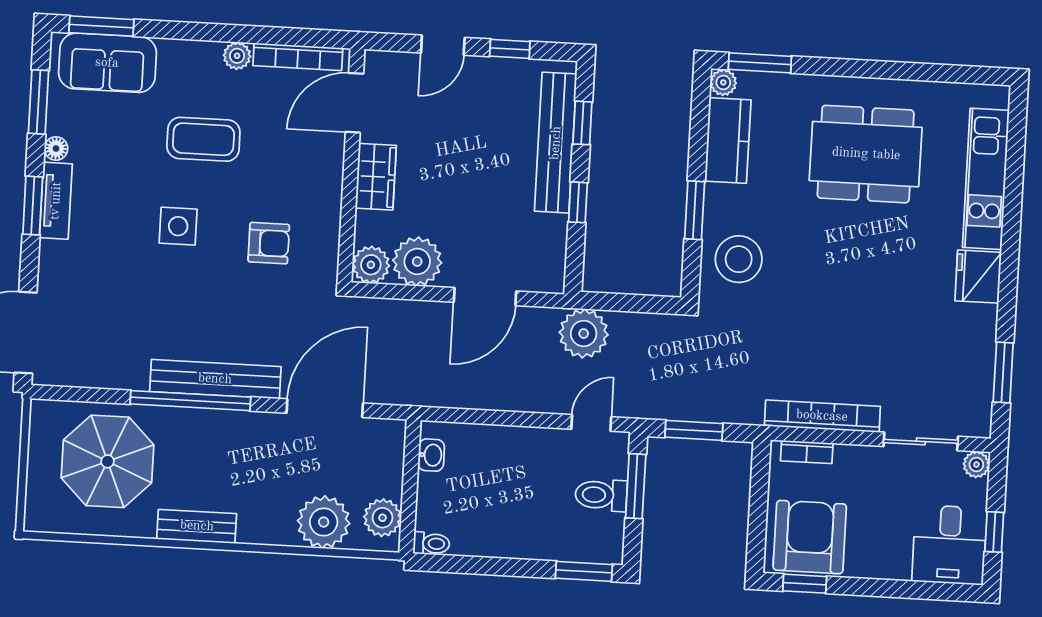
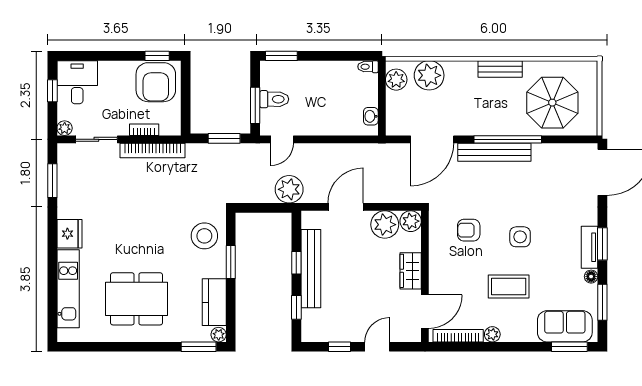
bench: (556, 143) -> (311, 269), moved
bookcase: (807, 452) -> (144, 130), moved

